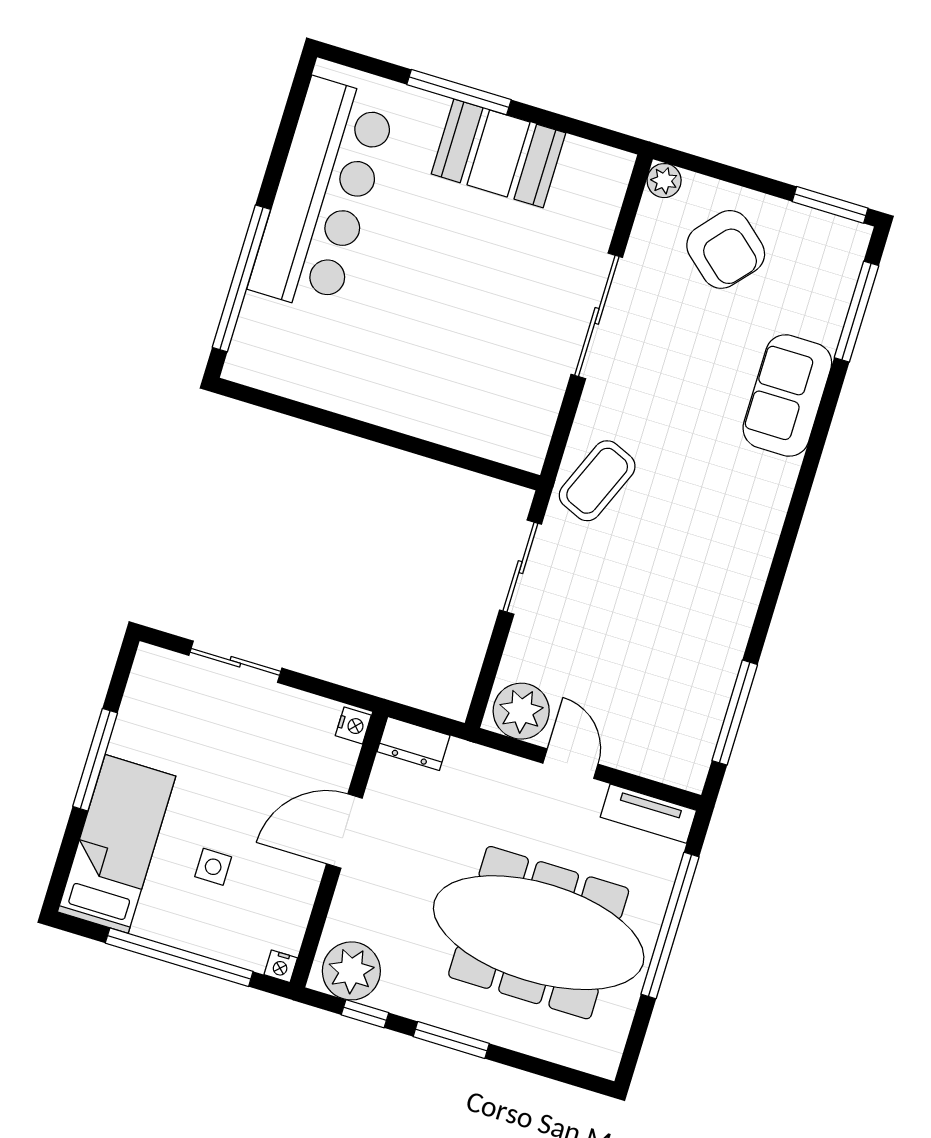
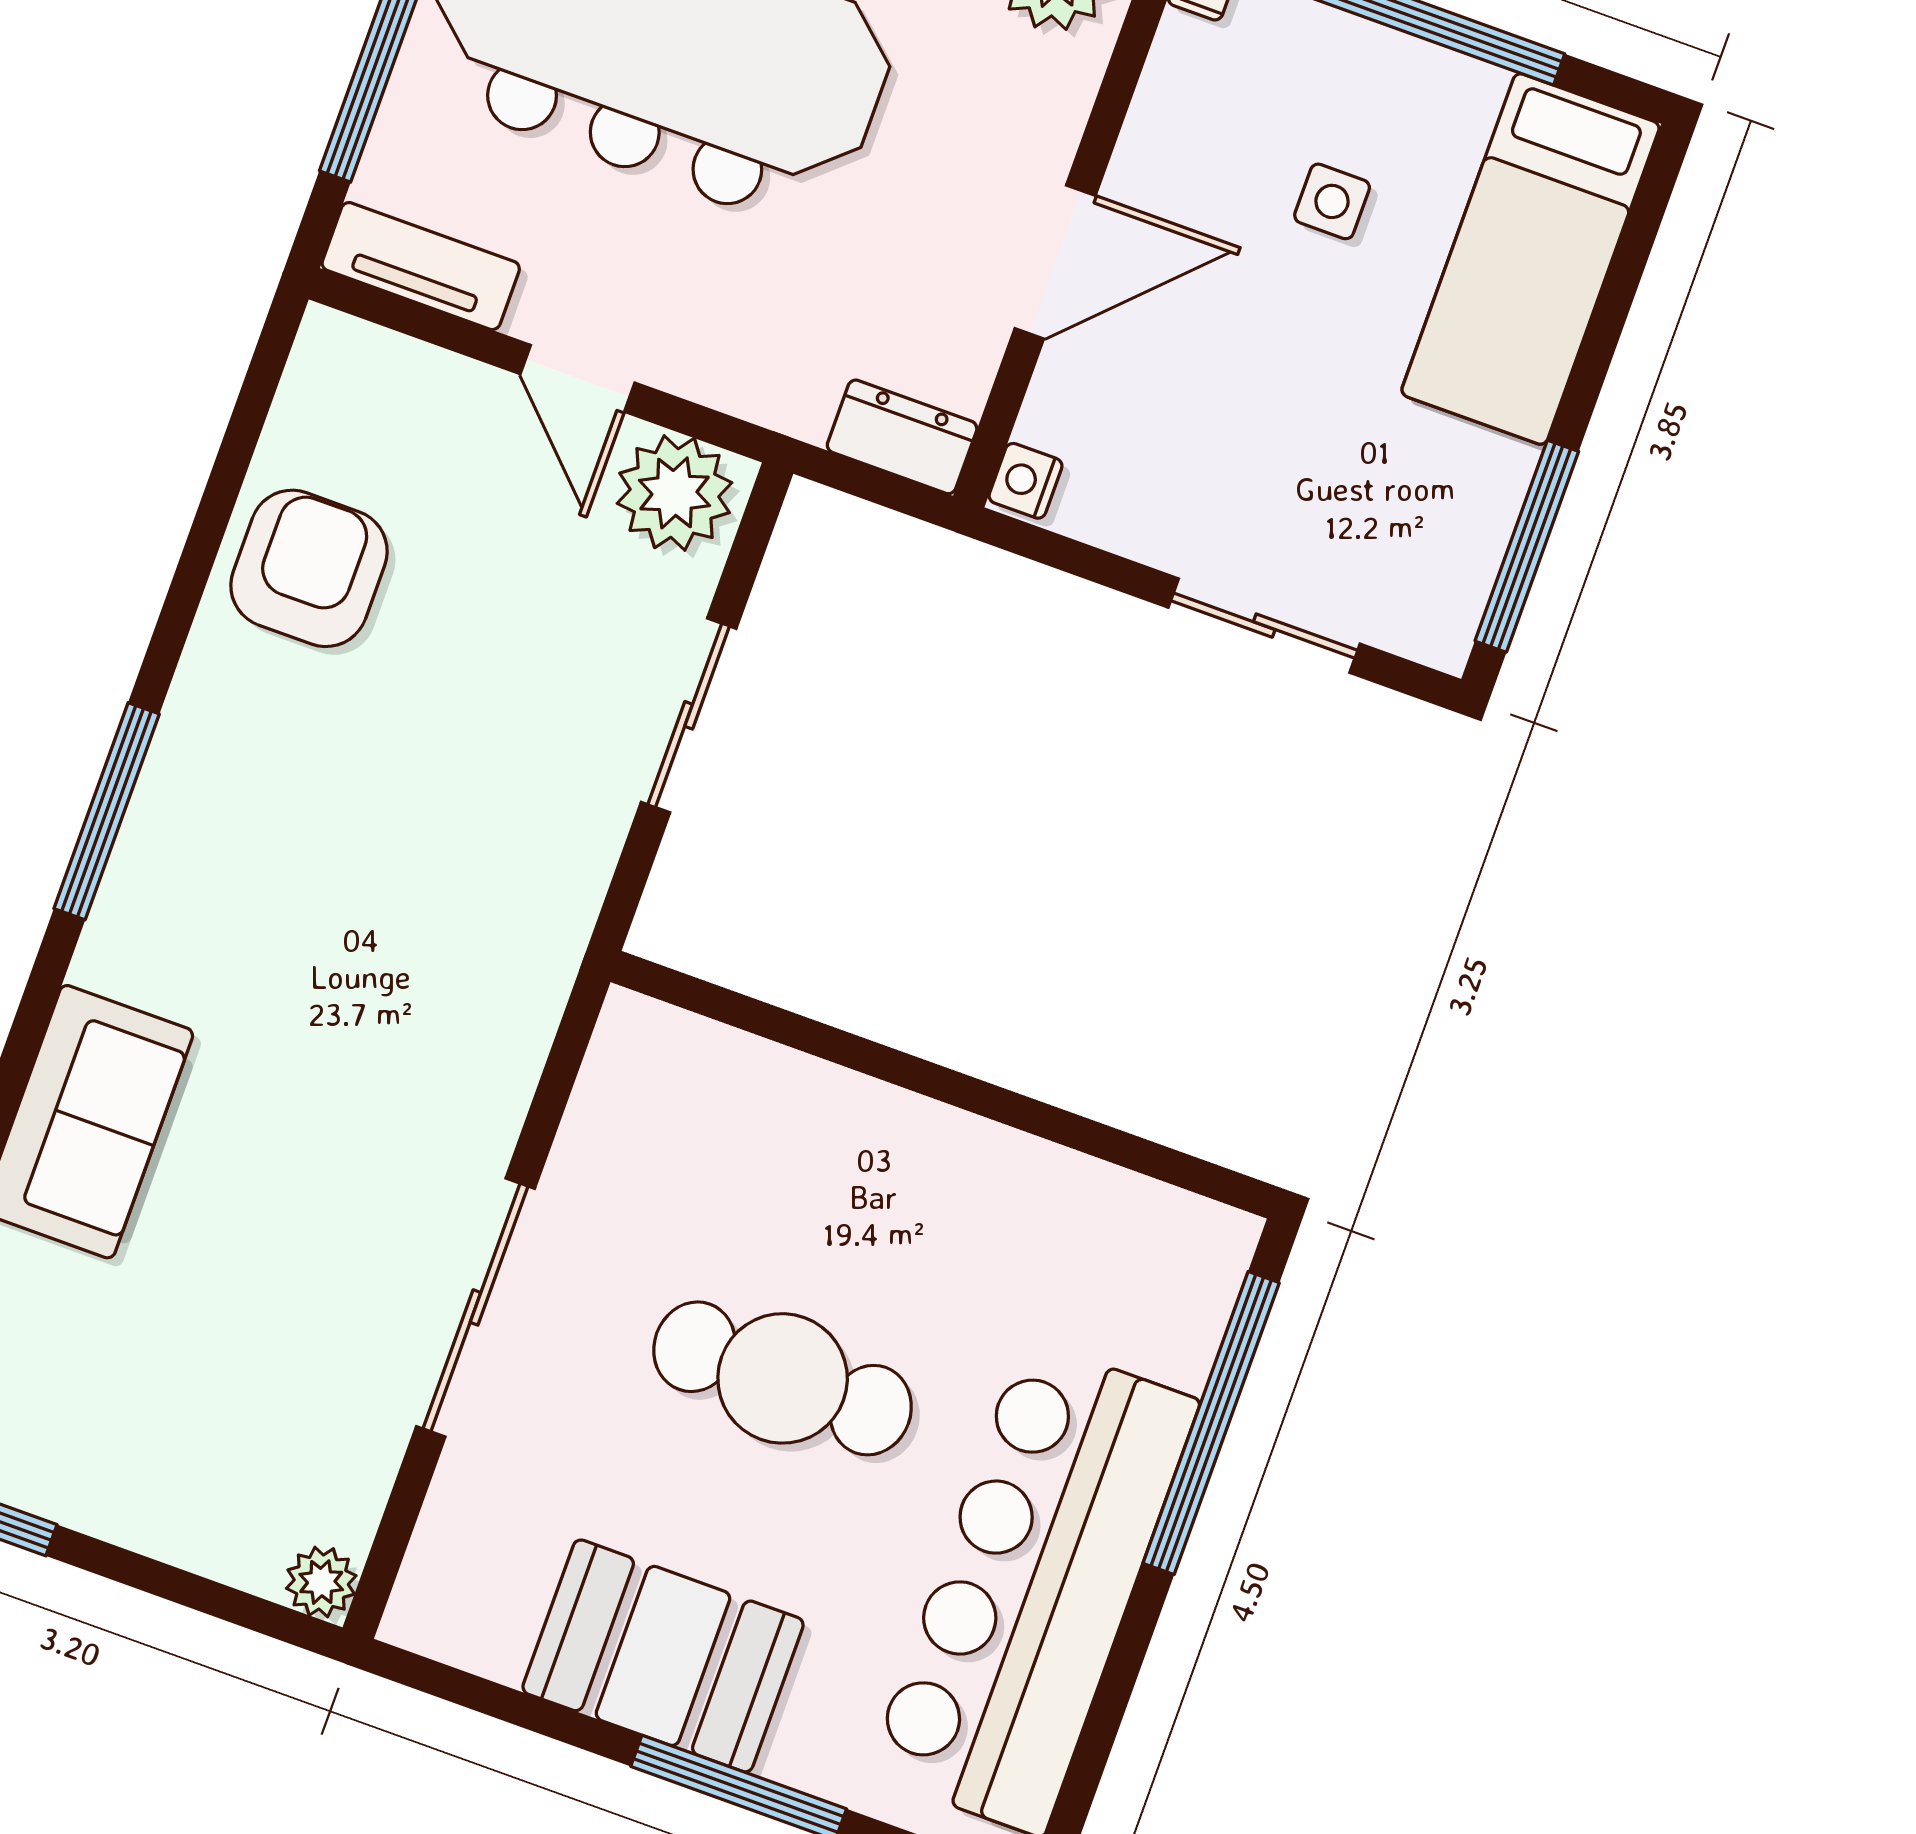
armchair: (726, 249) -> (309, 568), moved, turned 49
cafe table: (448, 289) -> (783, 1378), added
coffee table: (597, 481) -> (492, 964), removed
sliding door: (520, 567) -> (689, 715), moved
window: (735, 713) -> (107, 811), moved
window: (95, 760) -> (1527, 546), moved

